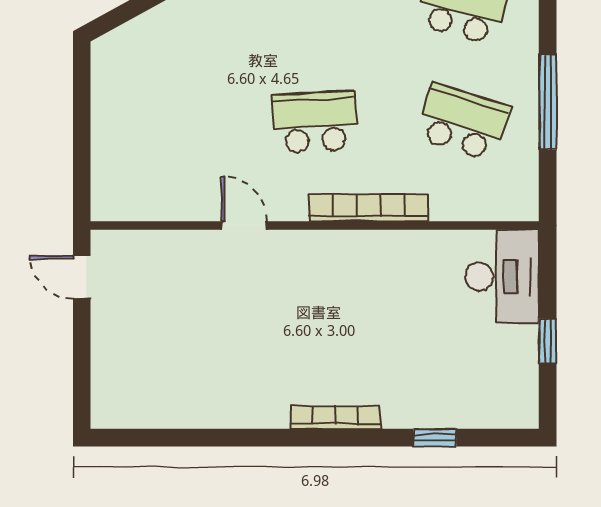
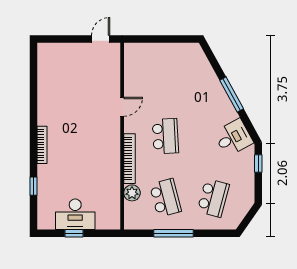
school desk: (463, 122) -> (165, 198), turned -33
plant: (451, 202) -> (132, 193), added
desk: (502, 277) -> (75, 214), moved

